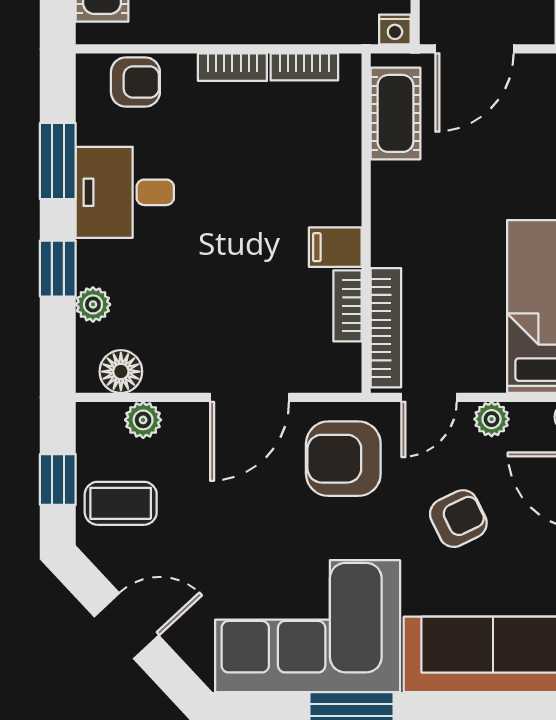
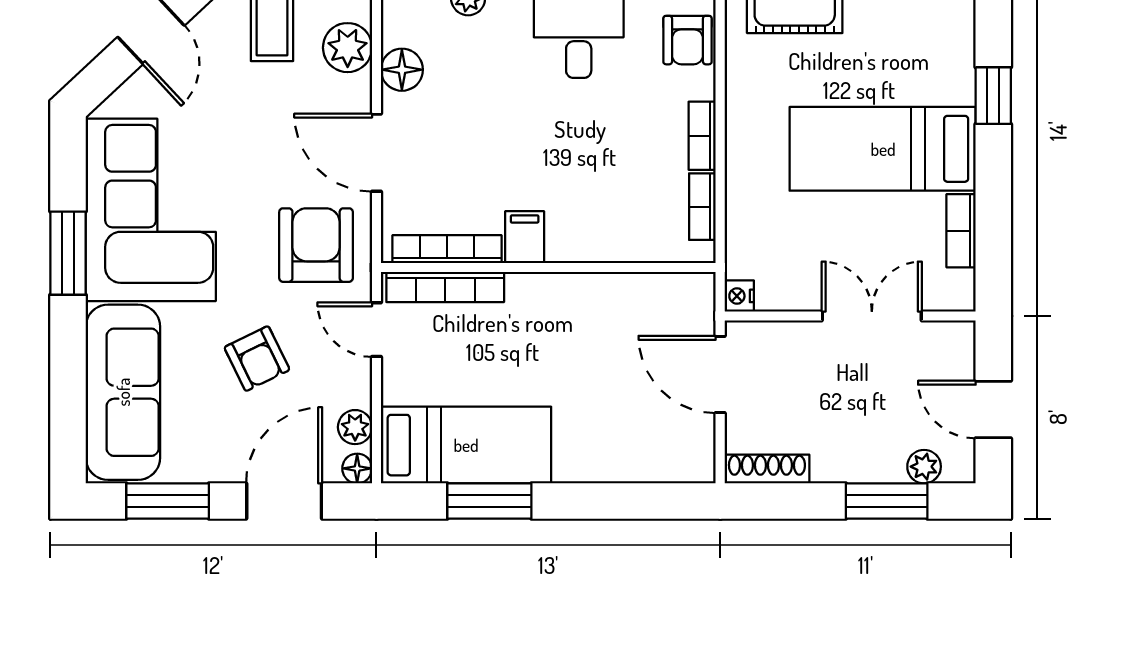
cot: (395, 113) -> (656, 296), removed
bookcase: (347, 306) -> (447, 249), width x1.56
floor lamp: (121, 372) -> (402, 70), moved
plant: (492, 419) -> (355, 427), moved
plant: (143, 420) -> (348, 48), width x1.38, depth x1.38

